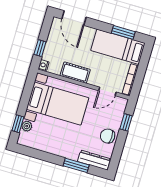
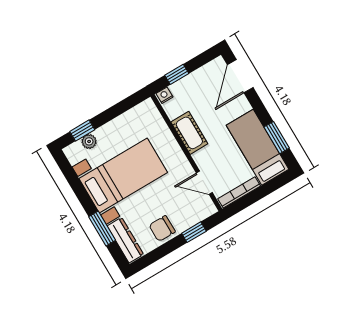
bed with nightstands: (58, 104) -> (123, 175), moved, turned -90
chair: (108, 136) -> (162, 229), turned -90

